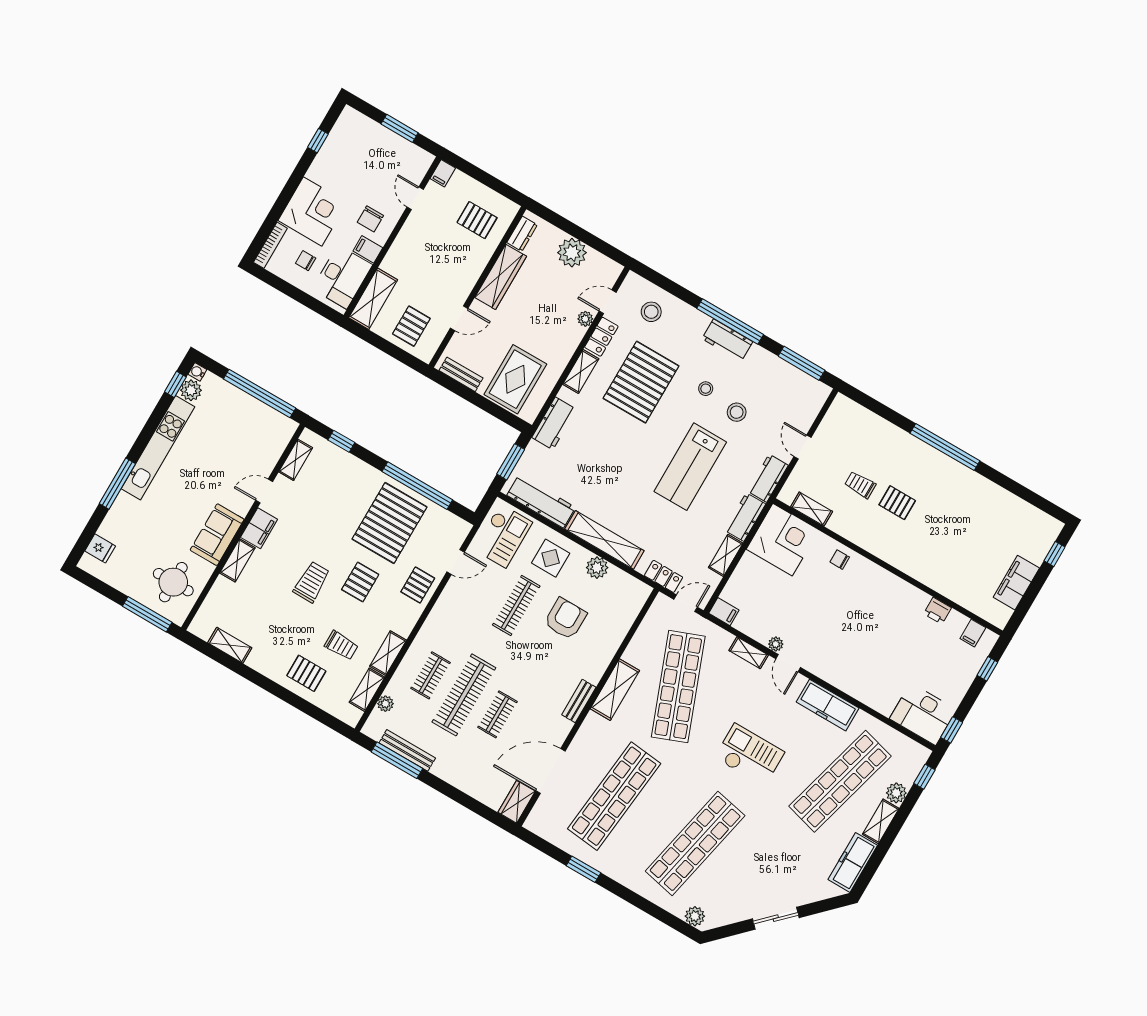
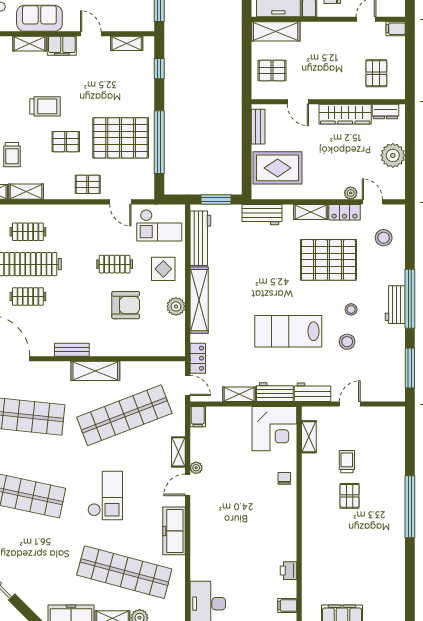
clothes rail: (516, 605) -> (115, 264), width x0.73

